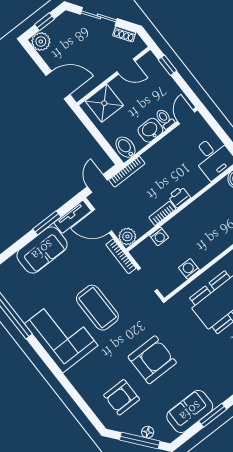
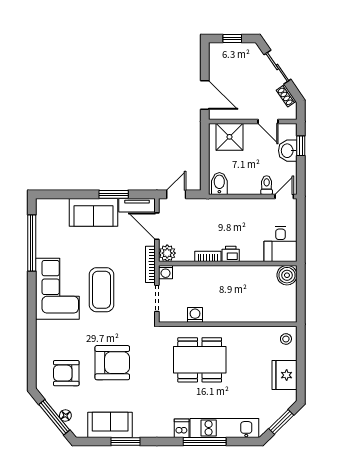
plant: (41, 42) -> (218, 51), removed
washbasin: (150, 130) -> (288, 151), moved, turned -90
bookcase: (127, 172) -> (206, 203), removed
washing machine: (159, 236) -> (166, 272), moved

